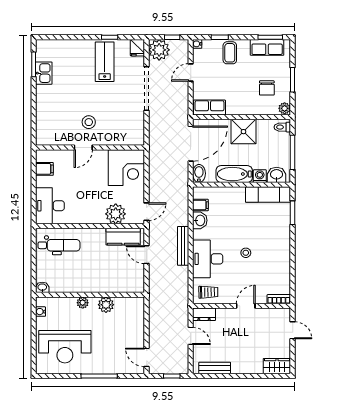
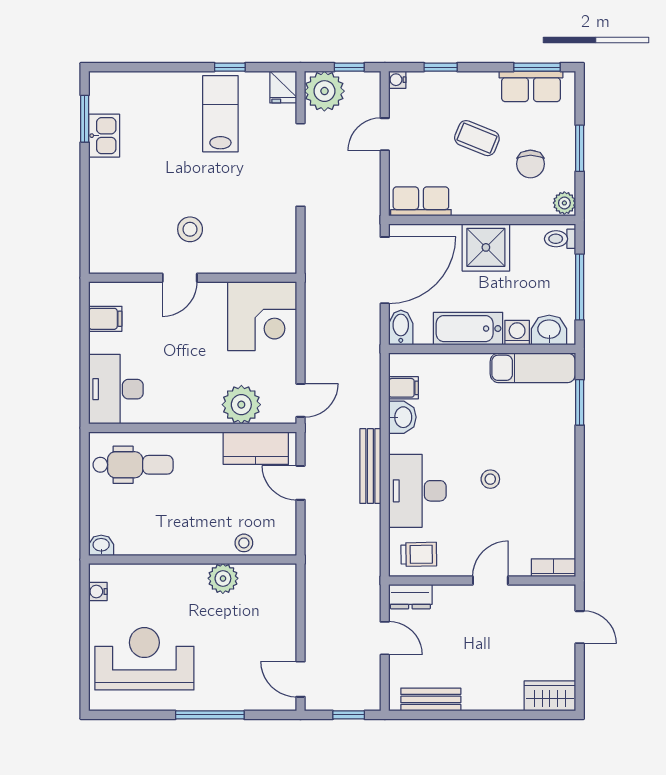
coffee table: (230, 53) -> (477, 138), moved, turned -68
stool: (117, 286) -> (244, 543), added
plant: (83, 303) -> (178, 574), removed
reception desk: (65, 347) -> (144, 659), turned 180

